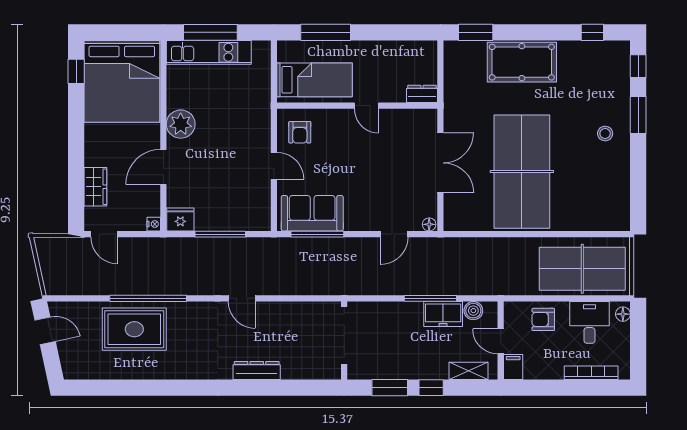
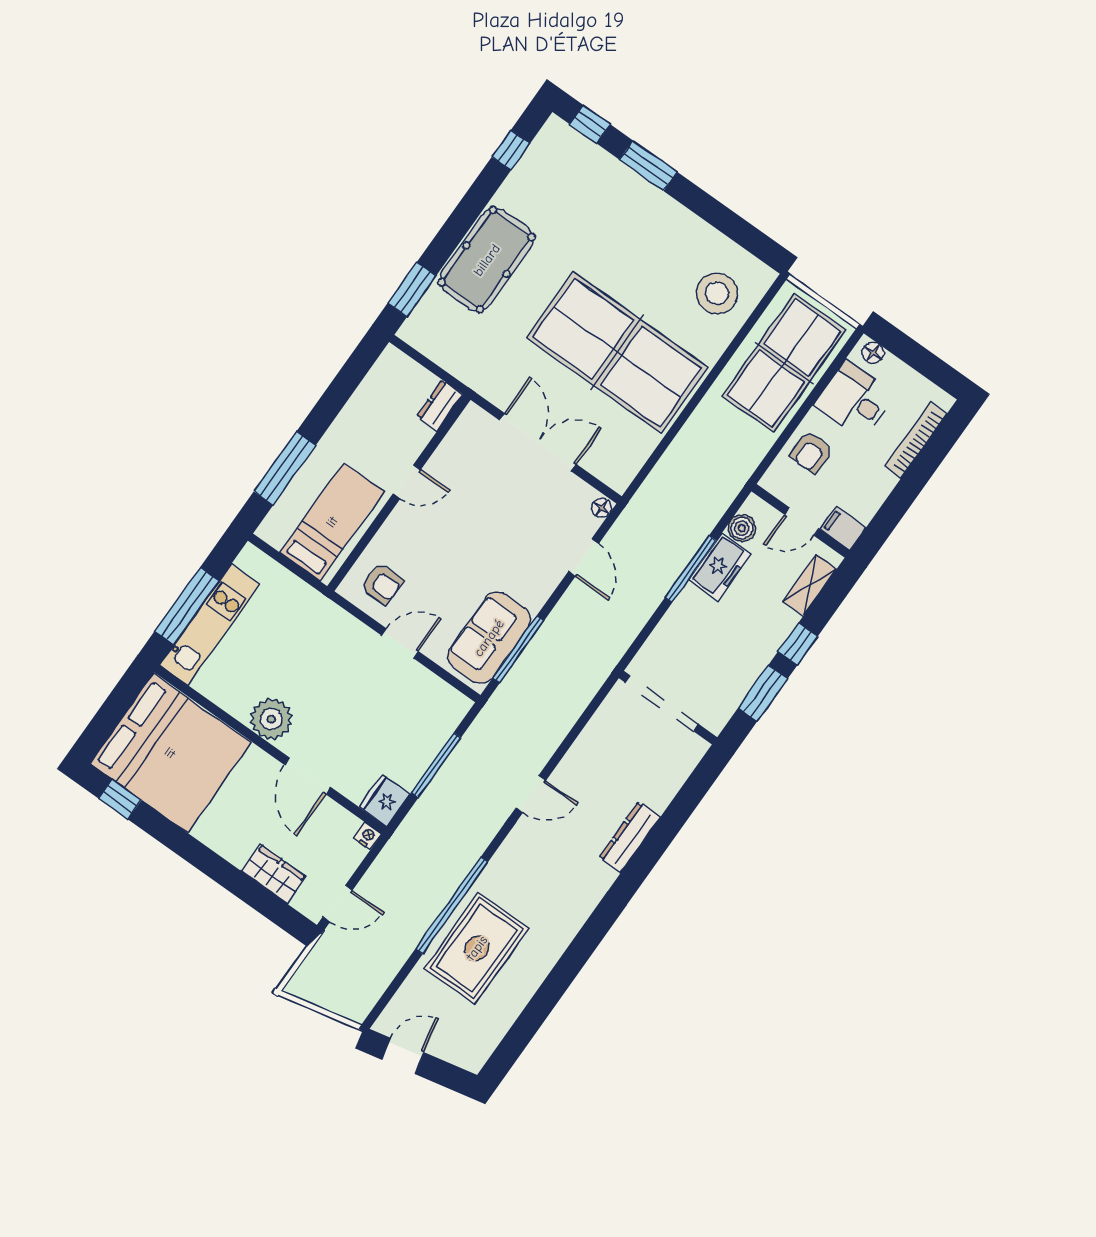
stool: (605, 134) -> (717, 293), moved, width x1.89, depth x1.89

